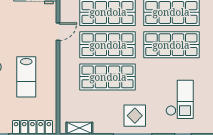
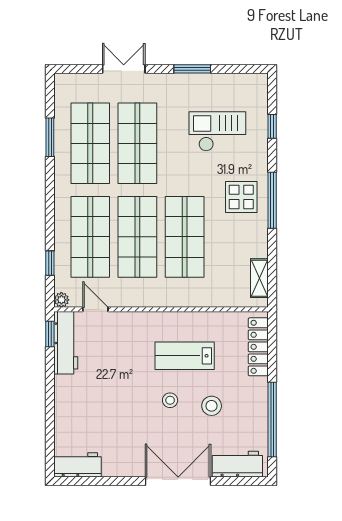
door: (58, 32) -> (95, 309), moved
lab bench: (26, 77) -> (185, 356), turned 180

